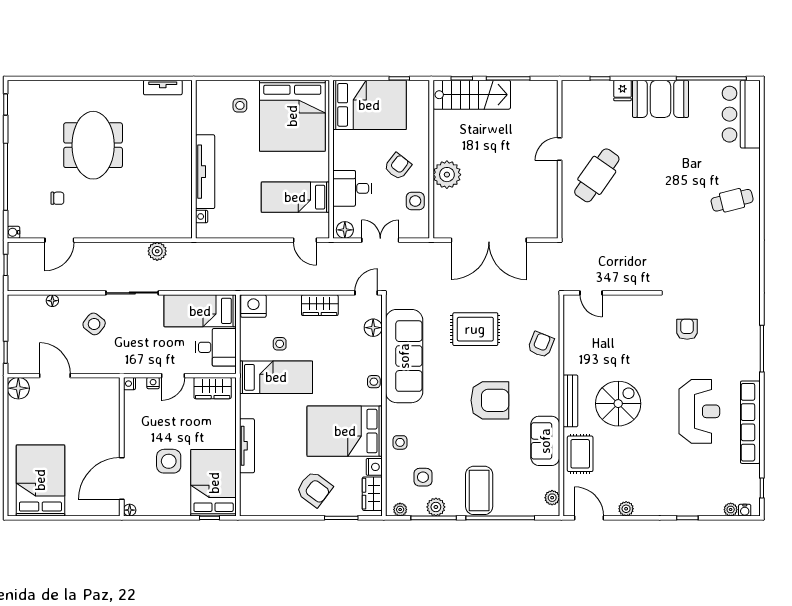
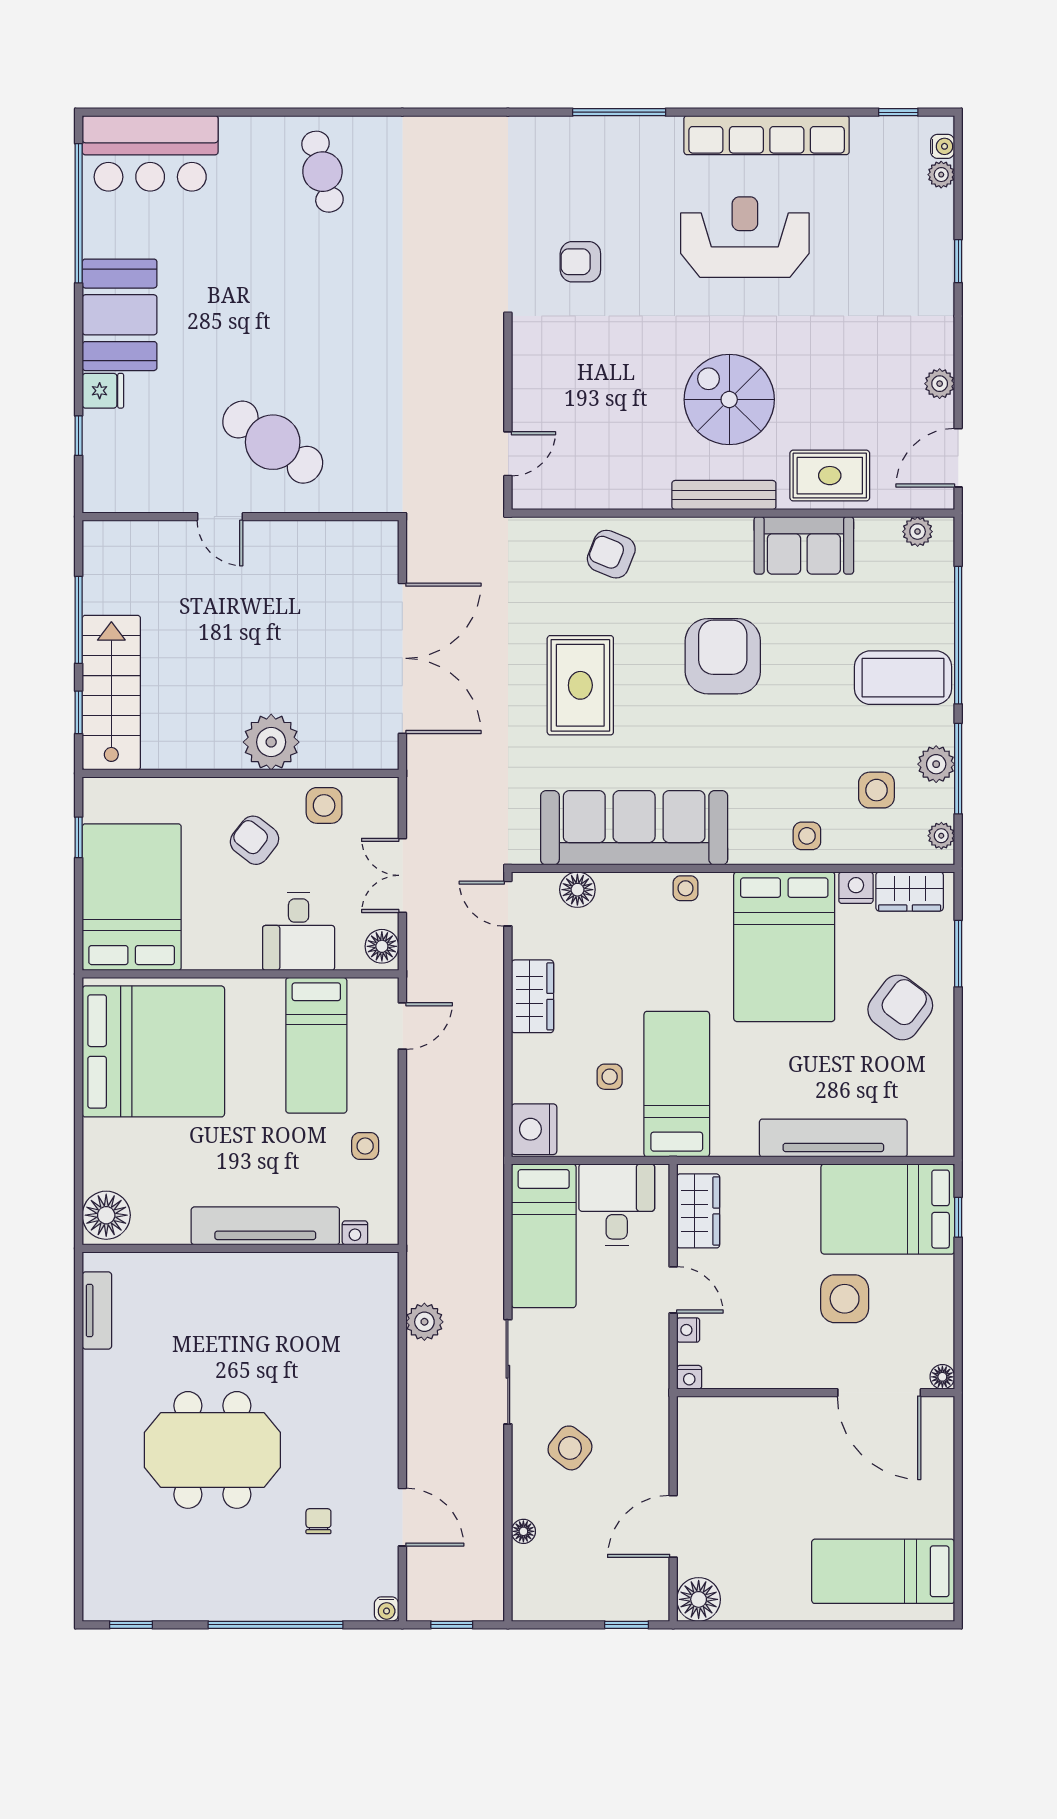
floor lamp: (210, 92) -> (106, 1215), added
side table: (240, 105) -> (365, 1146), moved
tv unit: (247, 446) -> (833, 1138), width x1.36, depth x1.29
bed: (40, 480) -> (883, 1571), width x0.67

